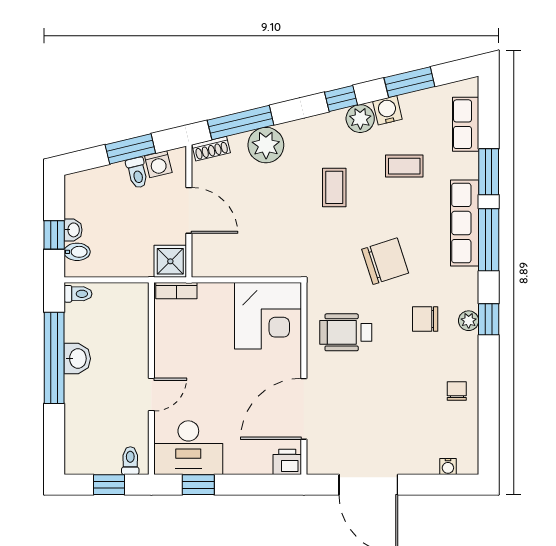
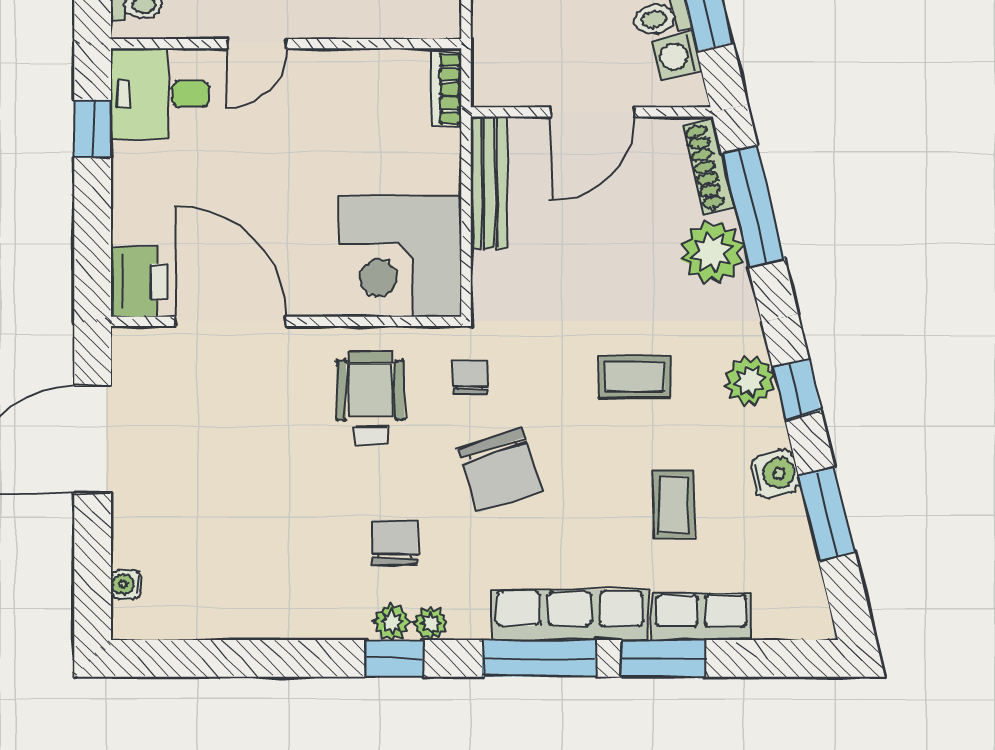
plant: (360, 119) -> (750, 381), moved
row of seats: (466, 124) -> (701, 617), moved
shoe rack: (211, 149) -> (709, 166), width x1.43
shower: (170, 261) -> (500, 78), removed
bench: (228, 267) -> (489, 182), added
plant: (469, 299) -> (431, 623), added
chair: (457, 391) -> (470, 378), moved, turned -90
door: (151, 395) -> (257, 44), hinge flipped
desk: (188, 448) -> (160, 94), width x0.73
printer: (287, 462) -> (140, 282), width x1.36, depth x1.24

